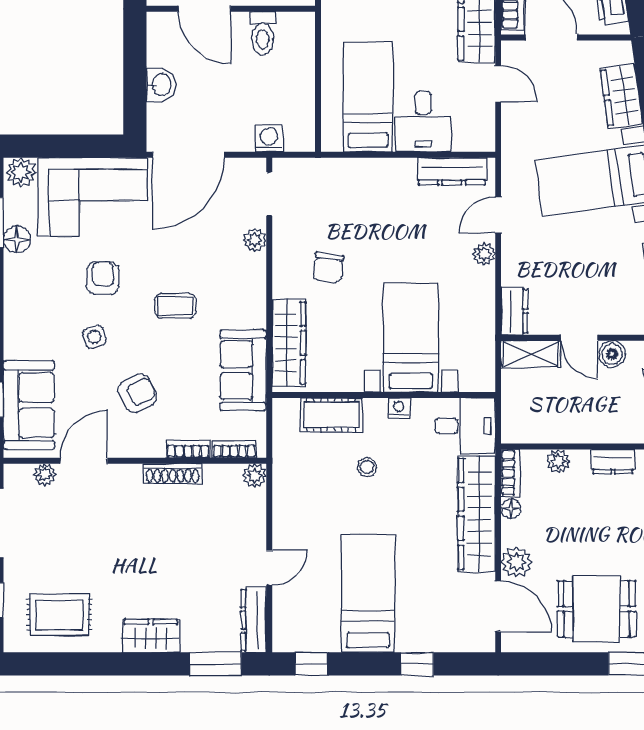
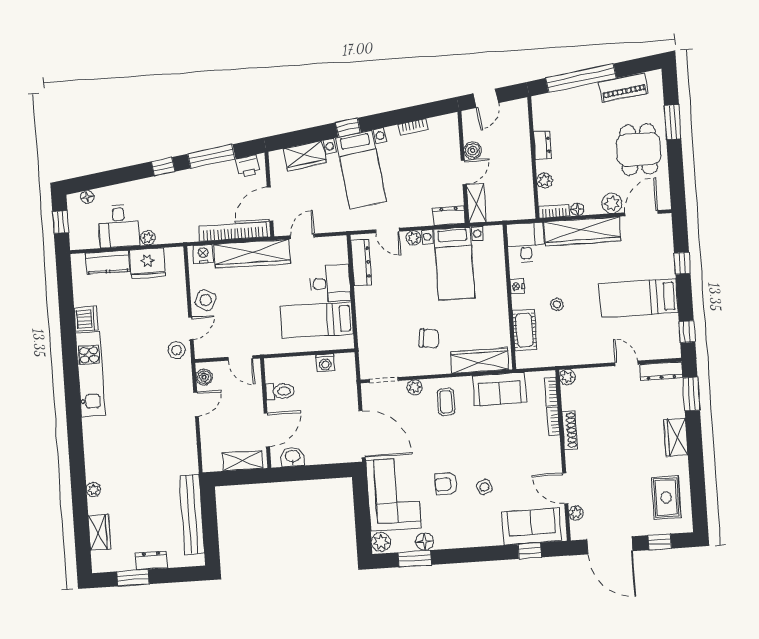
washbasin: (161, 85) -> (293, 457), moved
washing machine: (269, 138) -> (325, 363), moved, turned -90
coffee table: (176, 306) -> (446, 402), moved
bed with nightstands: (411, 337) -> (454, 264), moved, turned -90
armchair: (137, 393) -> (519, 457), removed

